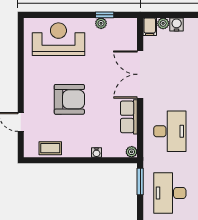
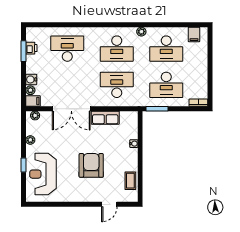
window: (105, 15) -> (24, 165), moved
plant: (132, 152) -> (35, 116), moved

